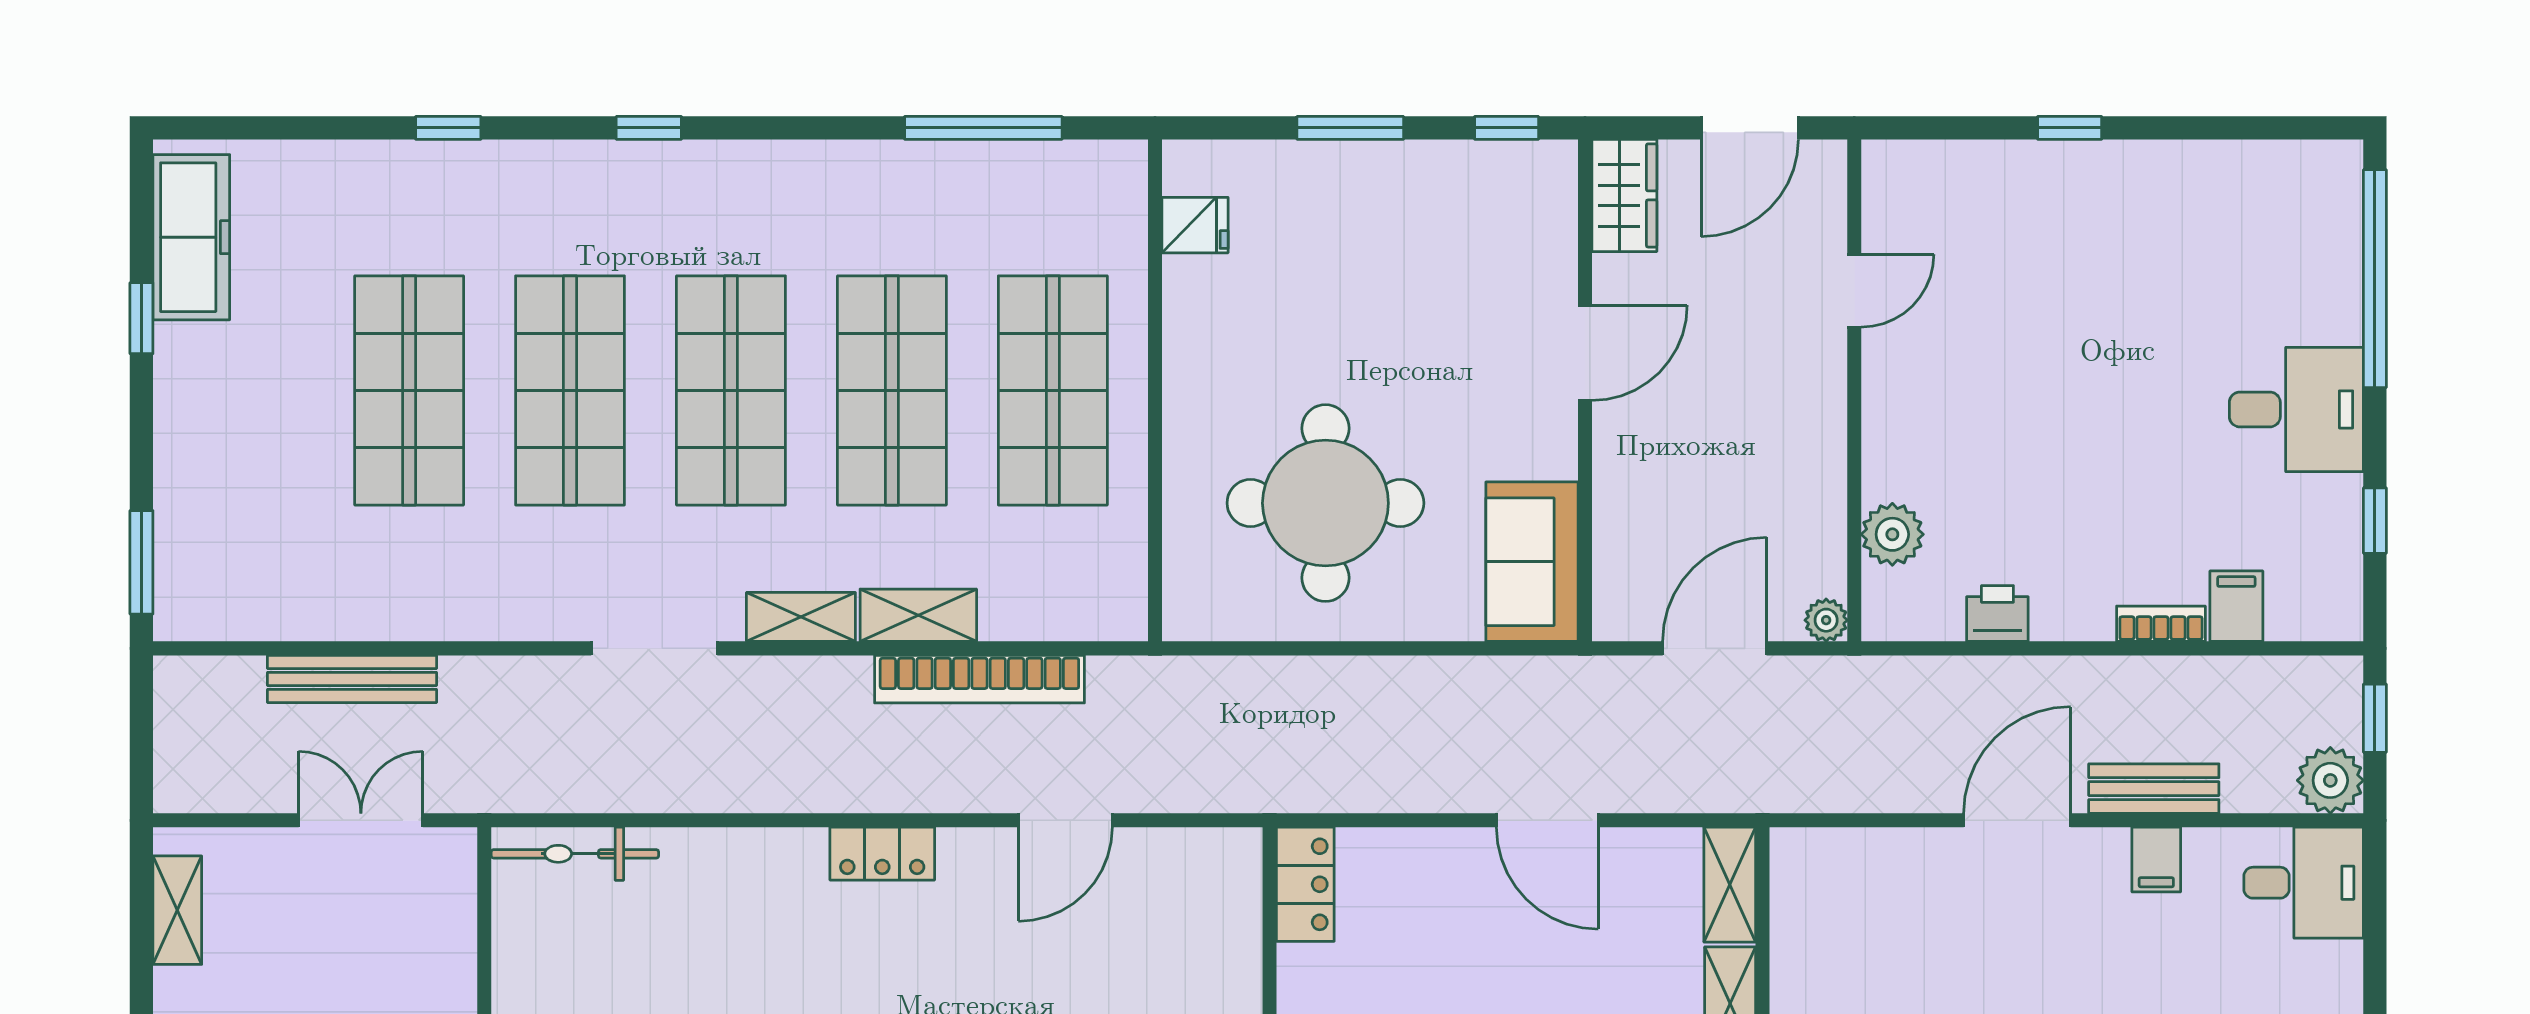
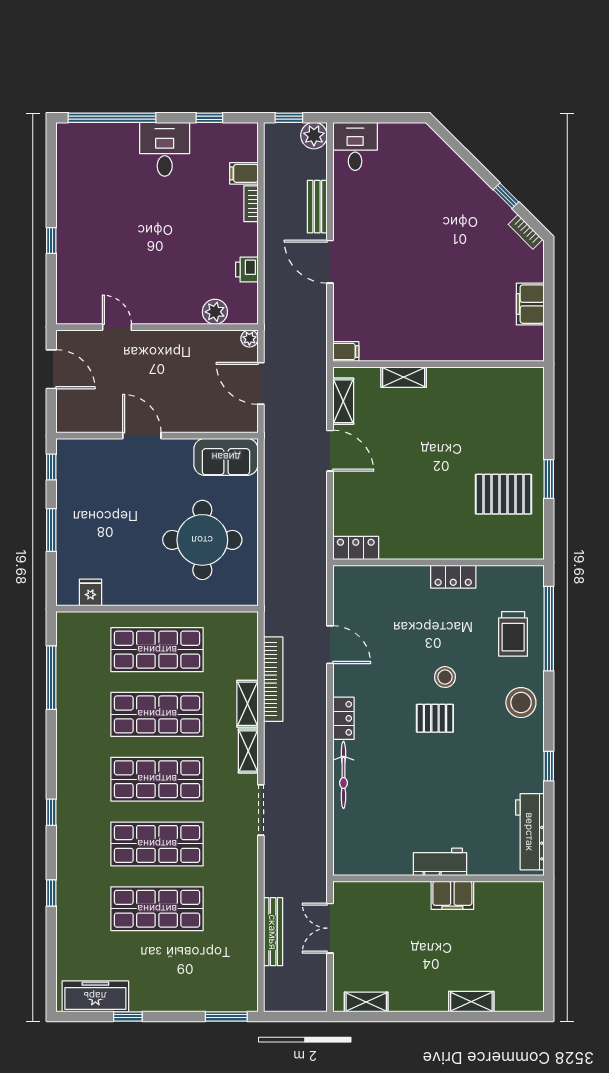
wardrobe: (1624, 195) -> (79, 420), removed
door: (1547, 820) -> (330, 451), hinge flipped
bicycle: (575, 854) -> (343, 775), moved
filing cabinet: (2156, 860) -> (346, 351), moved
shelving: (1730, 885) -> (343, 401), moved, turned 90

